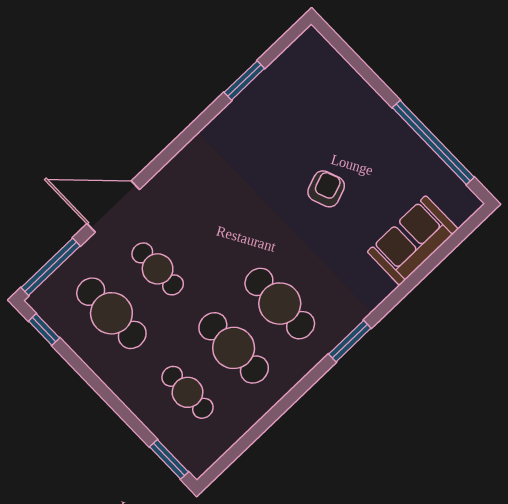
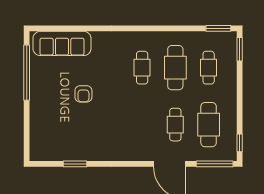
armchair: (326, 189) -> (83, 94), turned -69
sofa: (413, 240) -> (62, 43), width x1.36
cafe table: (280, 304) -> (142, 68), width x0.73, depth x0.74
window: (350, 341) -> (218, 28), moved

